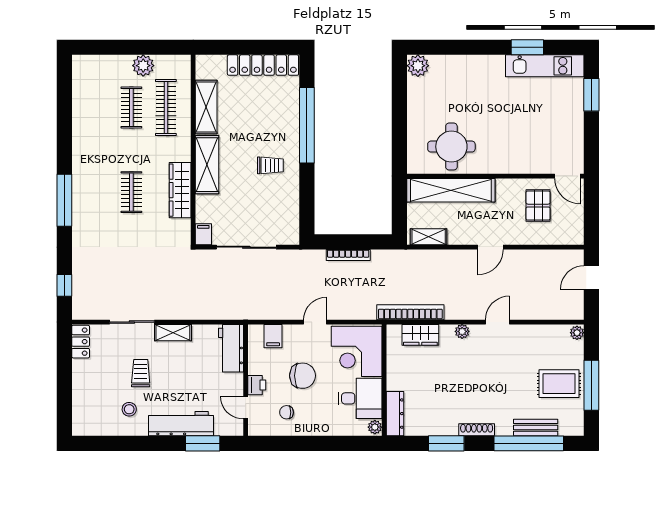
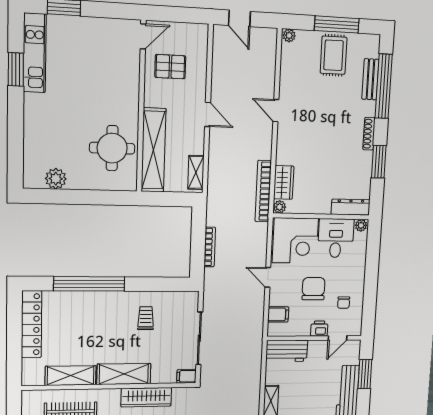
plant: (418, 66) -> (56, 179), moved
trolley: (270, 165) -> (146, 318), moved
plant: (462, 331) -> (279, 207), moved

